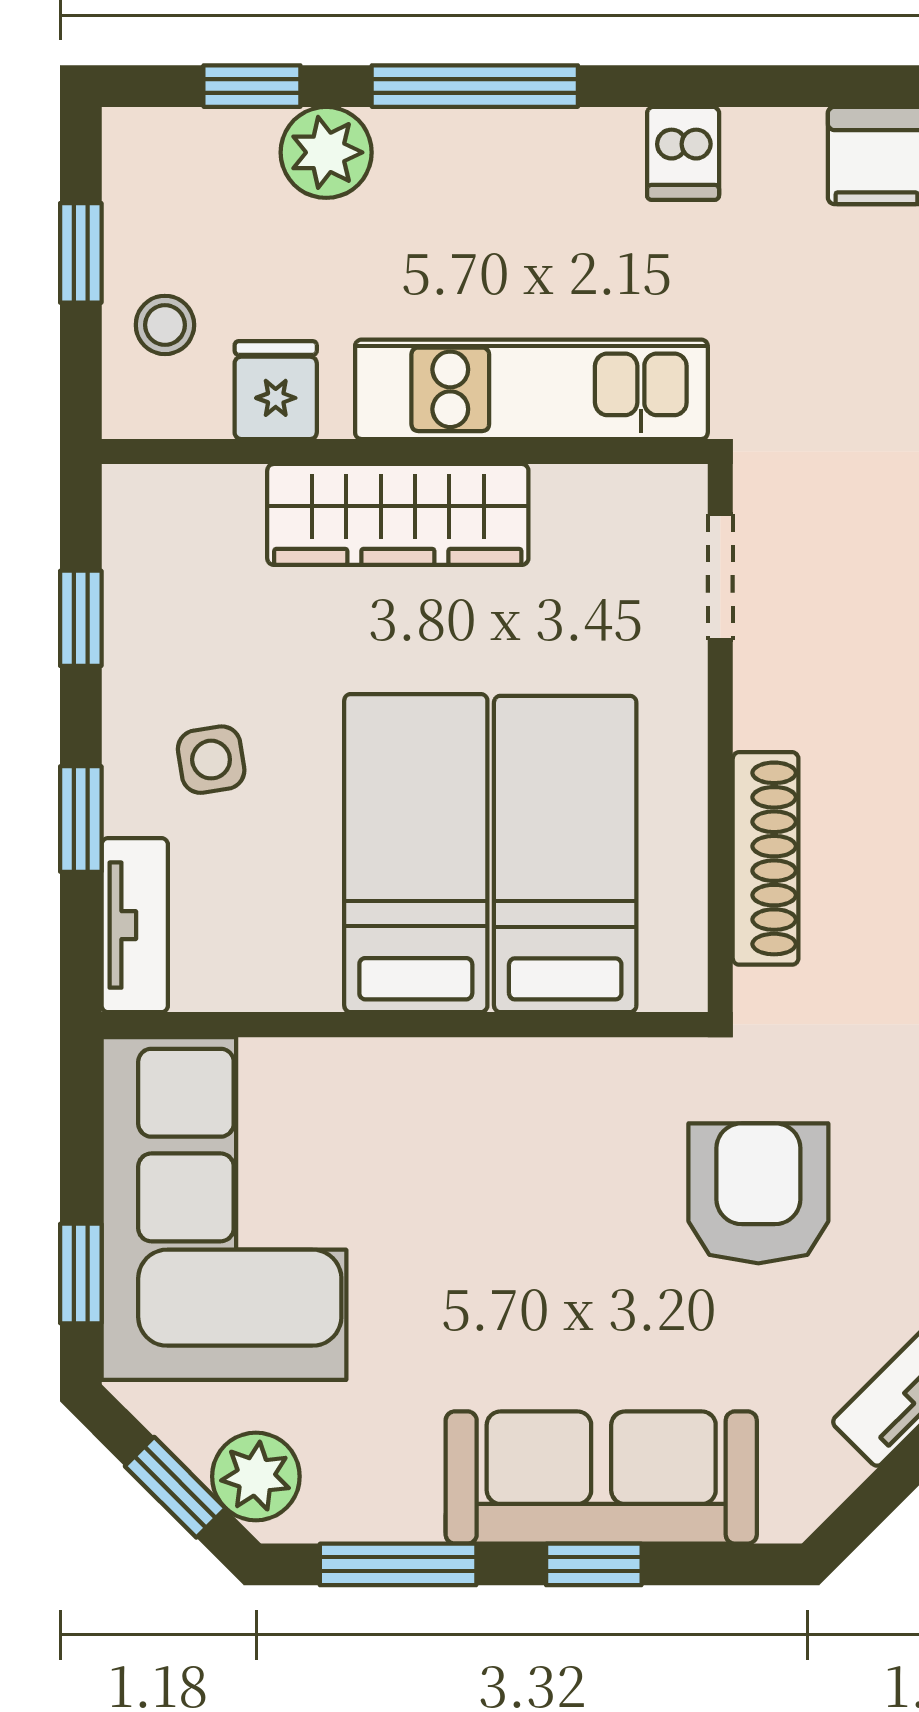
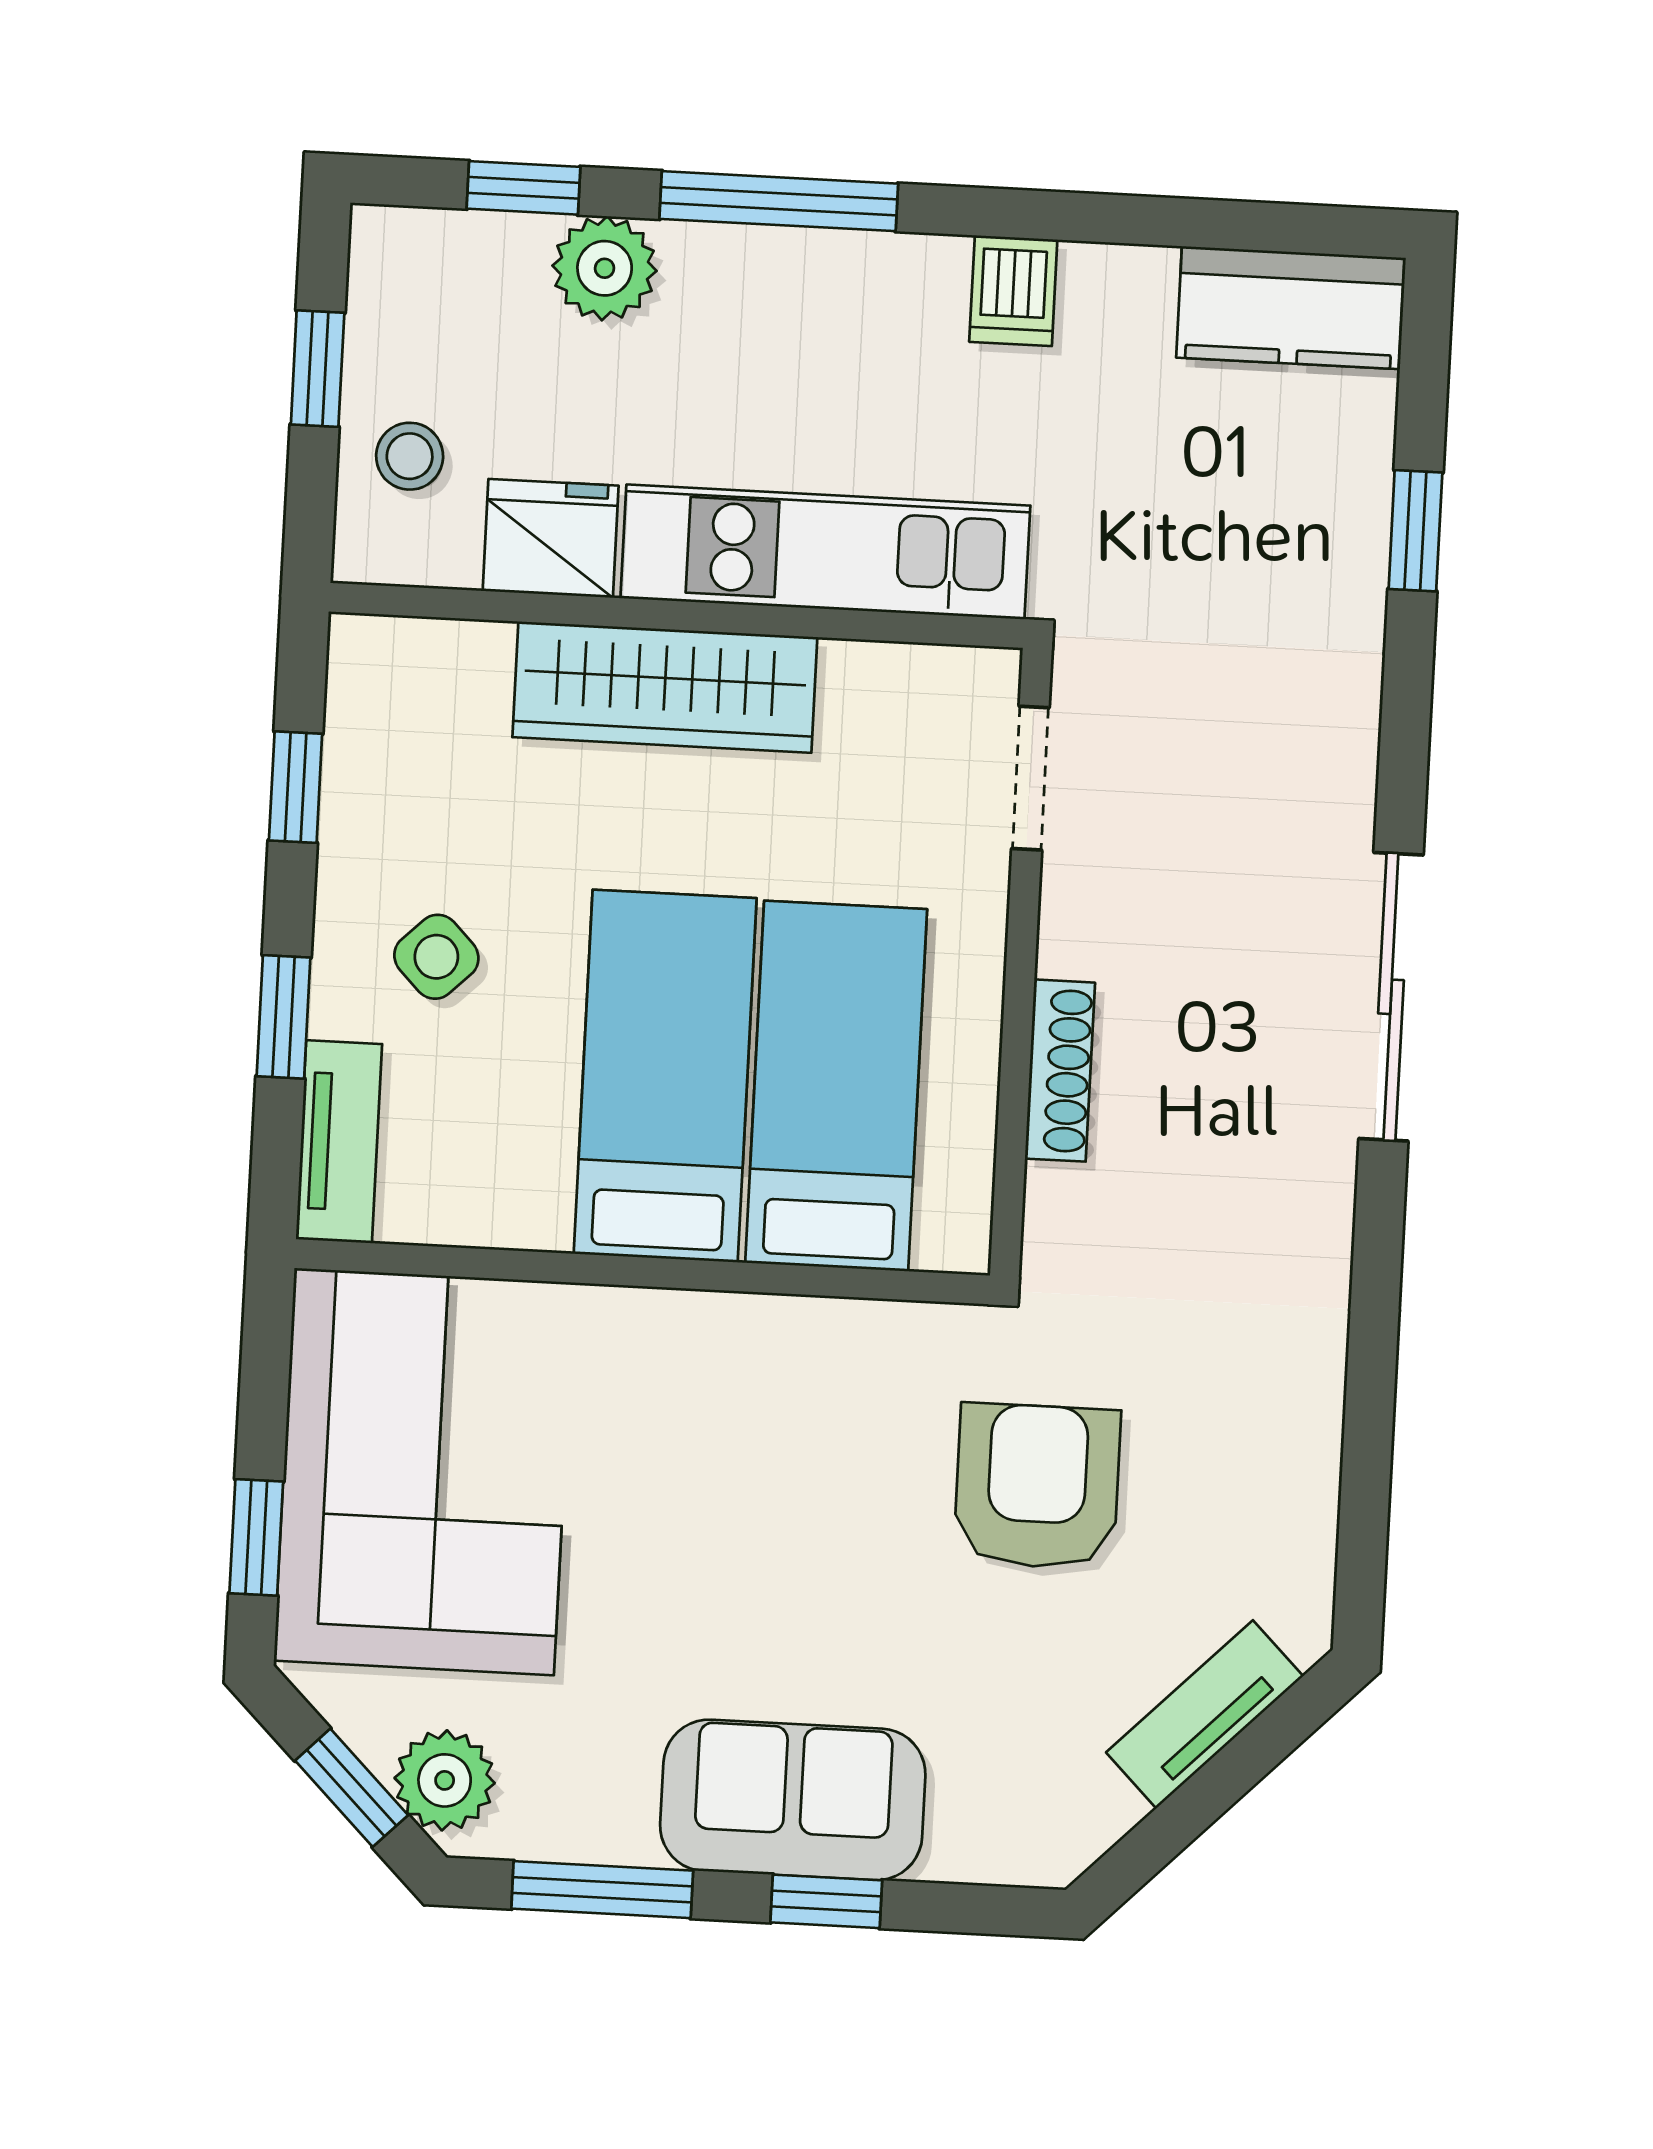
fridge: (276, 390) -> (551, 538), width x1.38
side table: (211, 760) -> (436, 957), turned -35
shoe rack: (766, 858) -> (1060, 1071), width x0.74, depth x0.81
sofa: (601, 1478) -> (793, 1800), width x0.73

